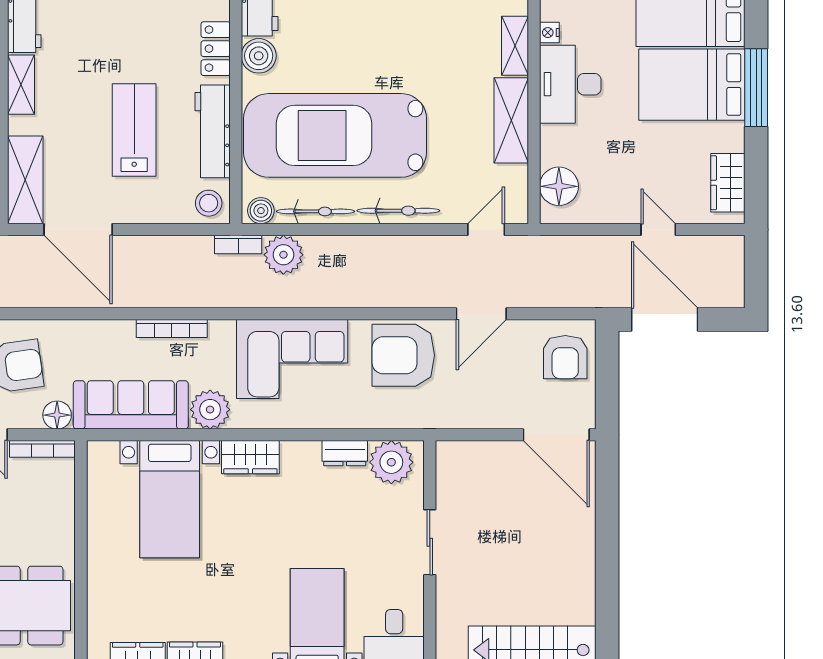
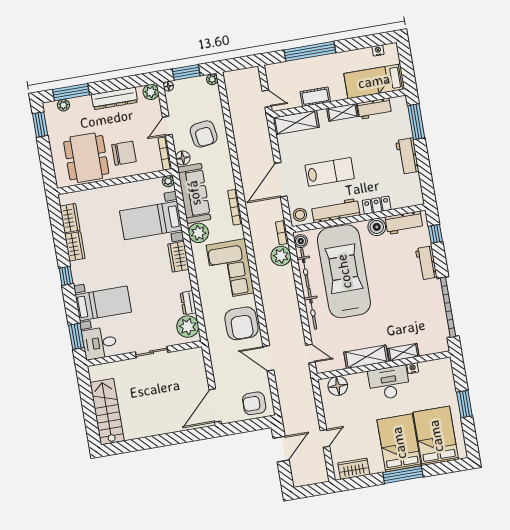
door: (78, 229) -> (281, 180), moved
door: (665, 319) -> (281, 449), width x0.73
armchair: (403, 355) -> (241, 323), turned 180
plant: (98, 452) -> (168, 181), added
chair: (28, 530) -> (124, 153), added

